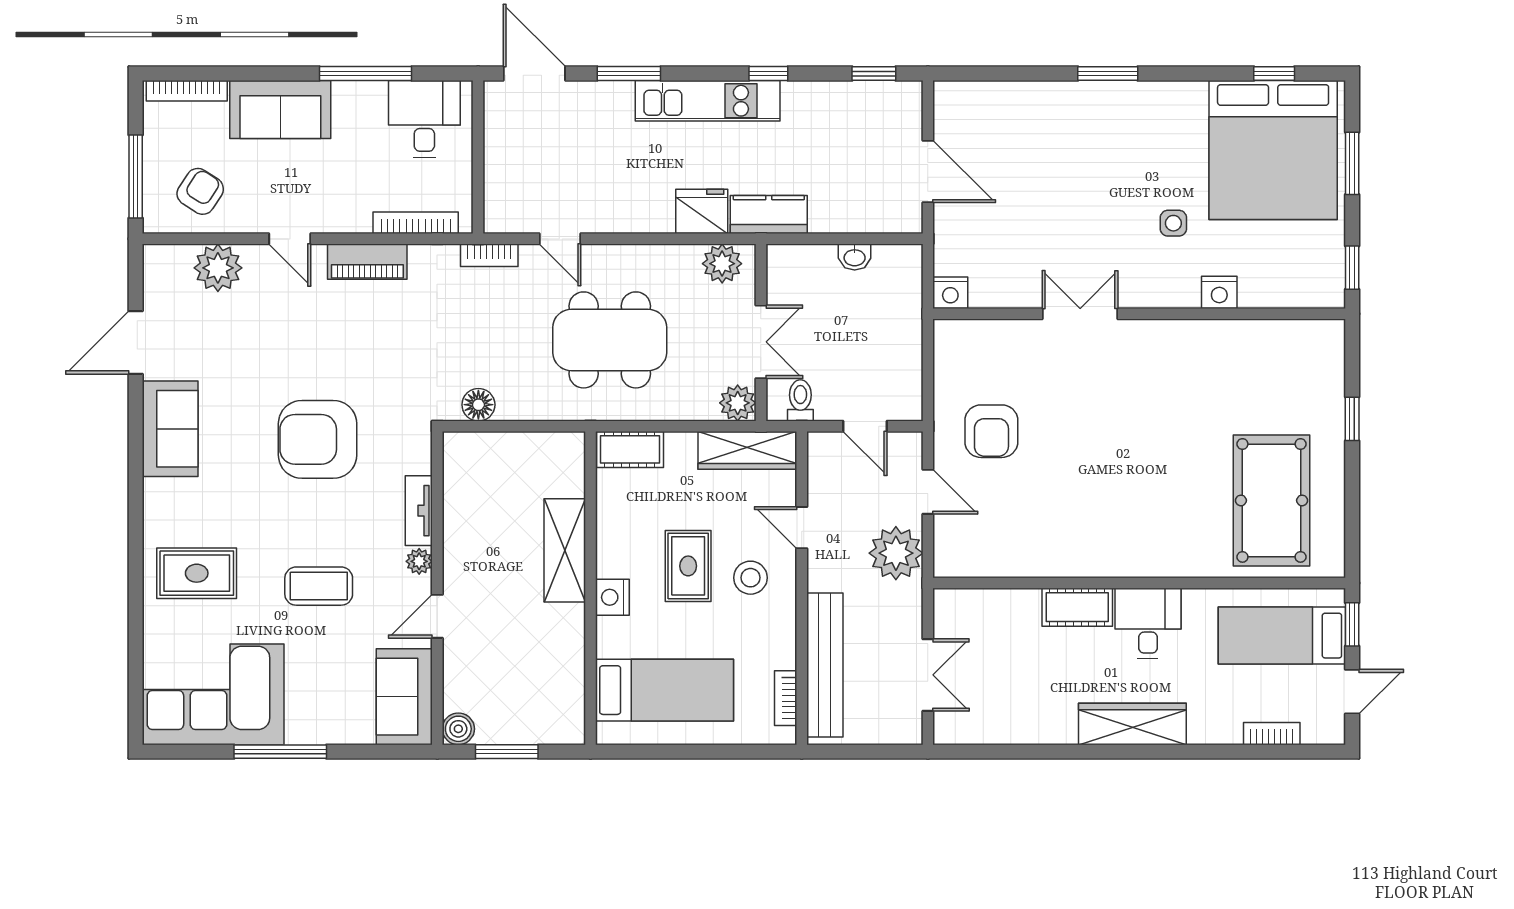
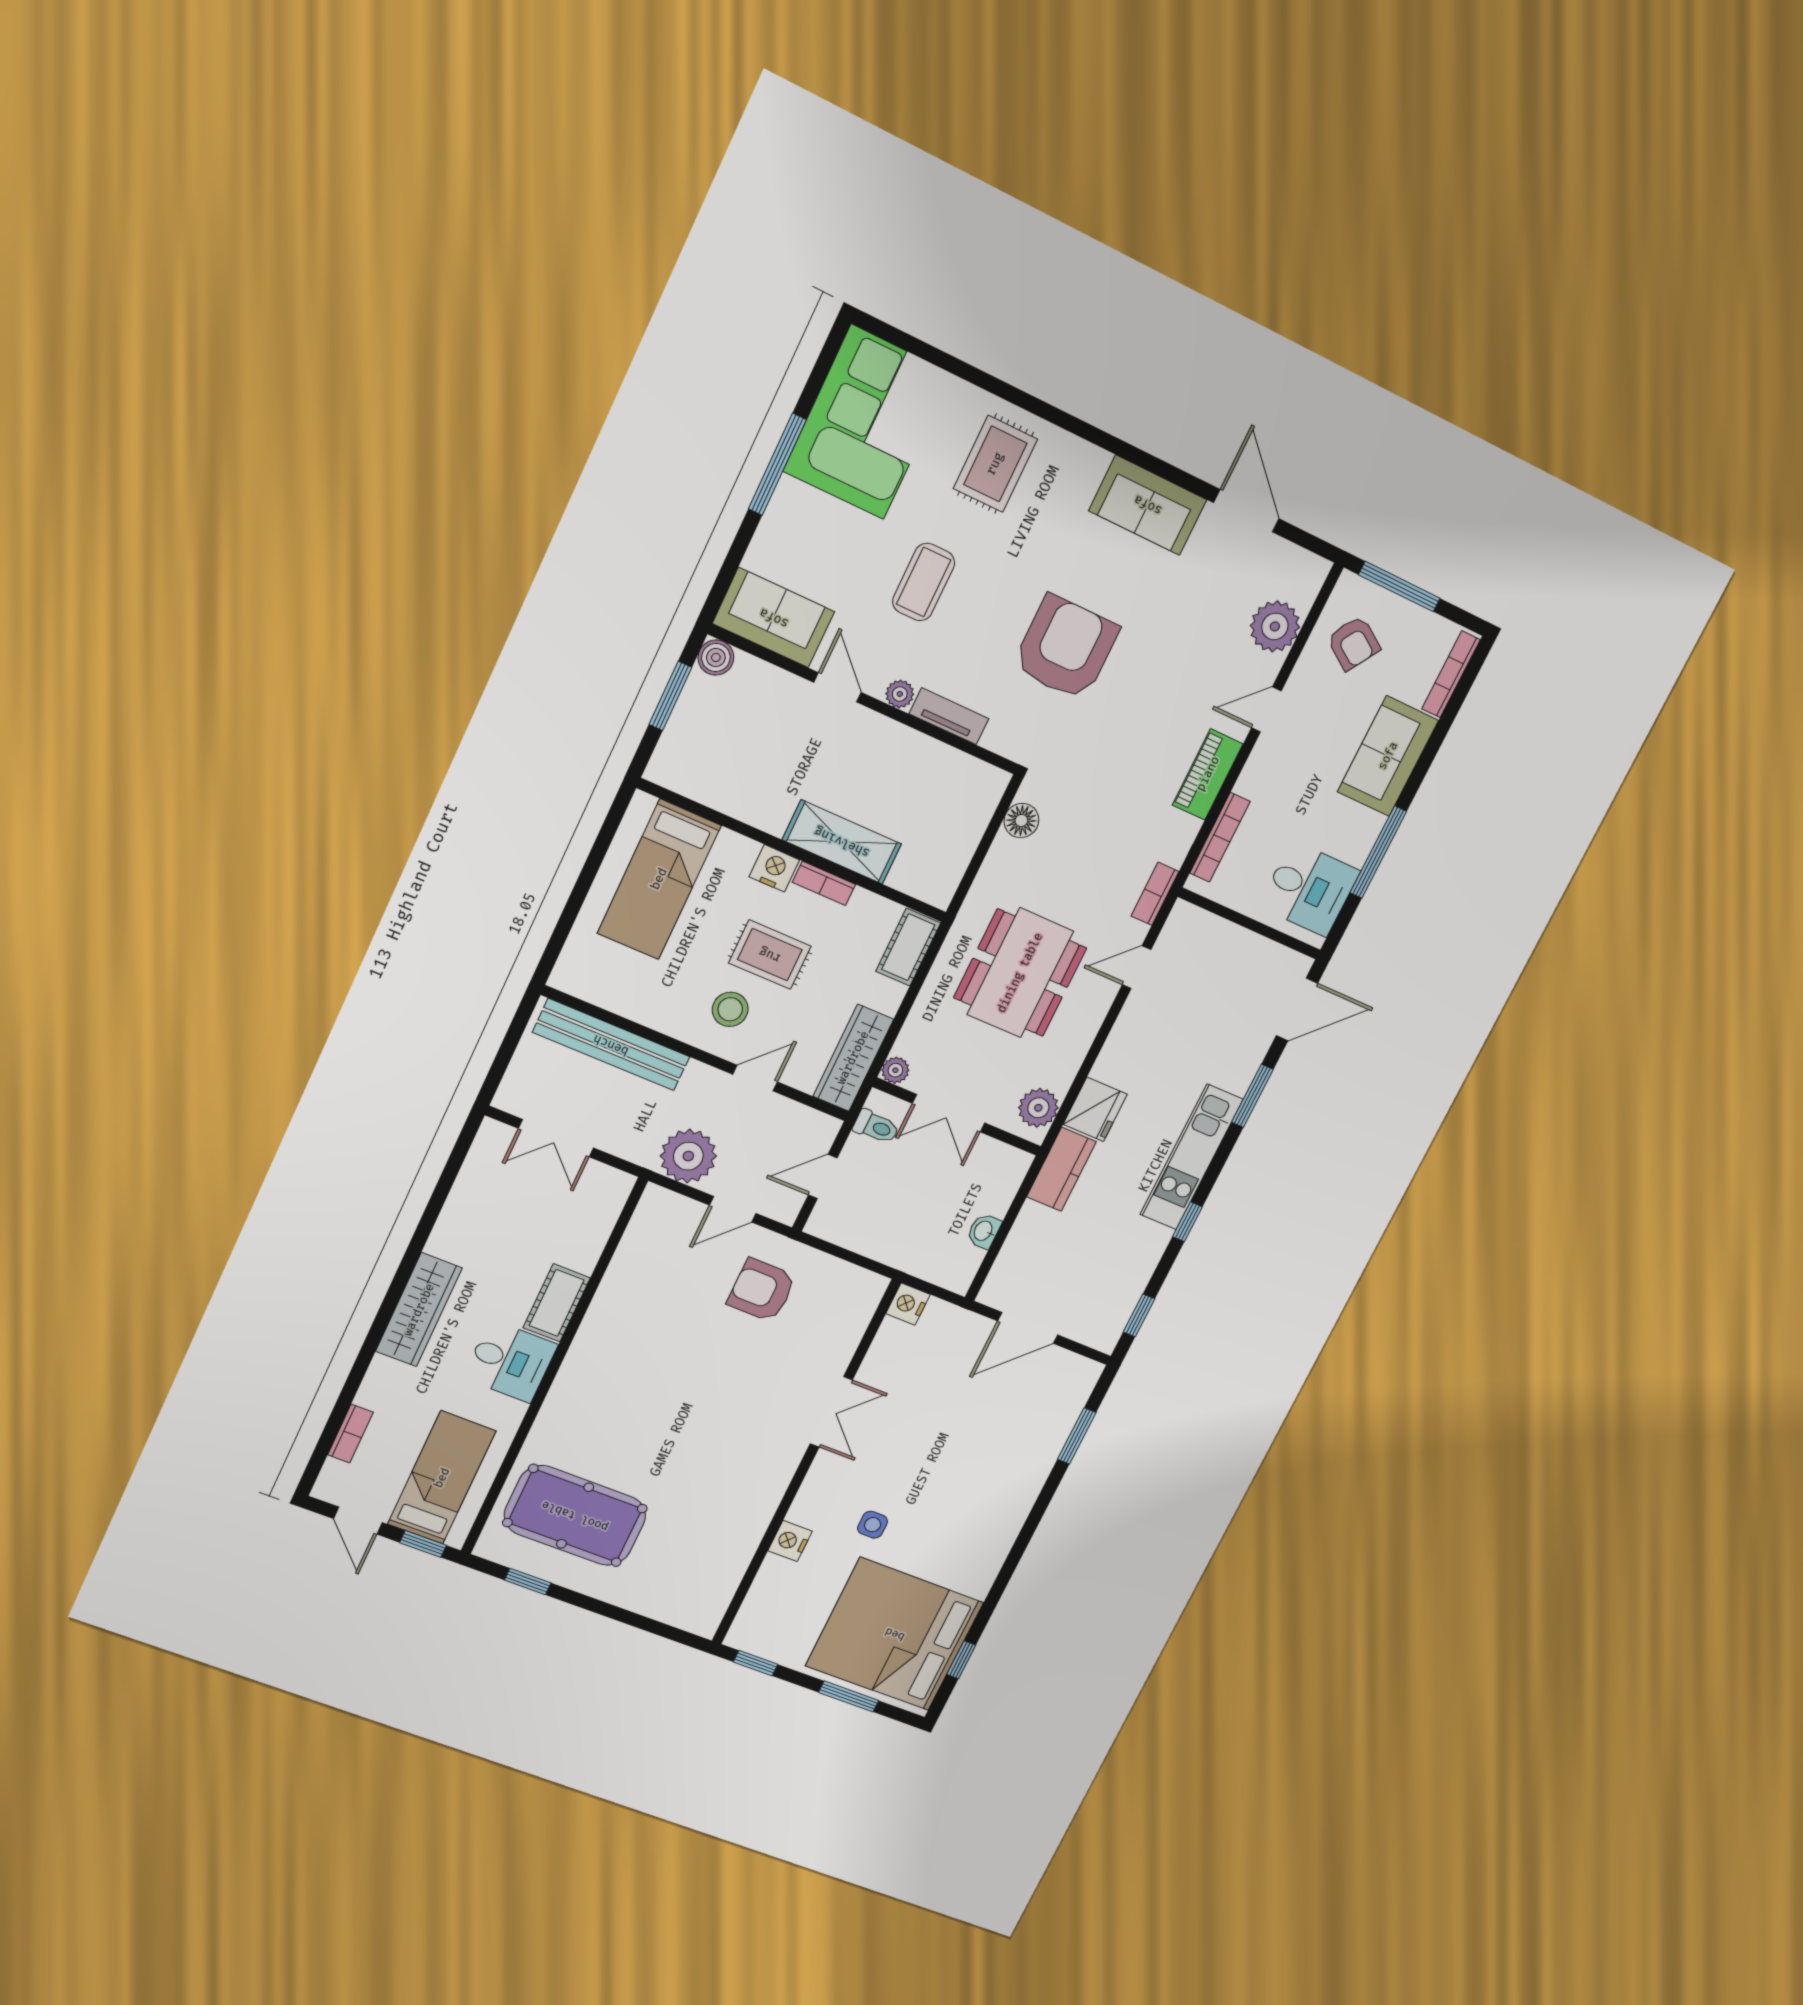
window: (1108, 74) -> (1077, 1436), moved
plant: (738, 403) -> (895, 1070), width x0.73, depth x0.73
window: (1352, 419) -> (528, 1581), moved
bookcase: (786, 698) -> (824, 883), moved, turned 180

